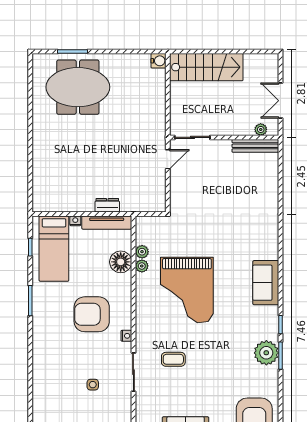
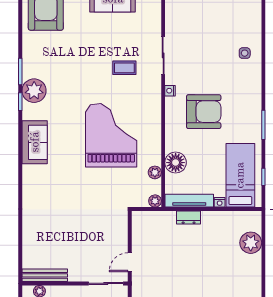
plant: (43, 179) -> (251, 243), added
plant: (142, 266) -> (155, 201), moved
plant: (266, 353) -> (34, 91), moved
side table: (93, 385) -> (245, 53), moved

